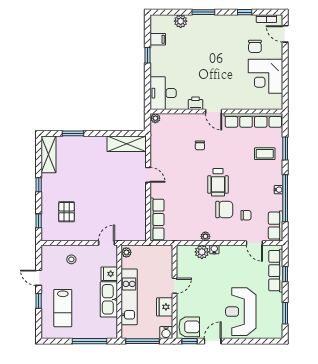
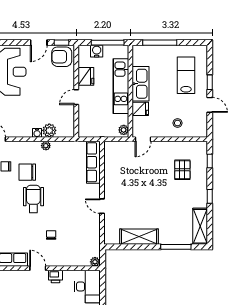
window: (73, 133) -> (176, 247), width x1.44
shelving: (127, 144) -> (139, 237), moved
water cooler: (166, 333) -> (97, 51), moved

